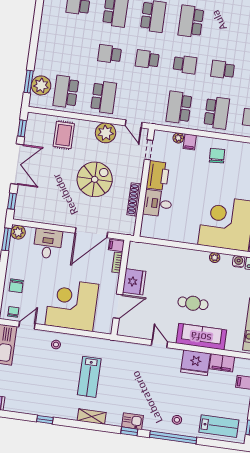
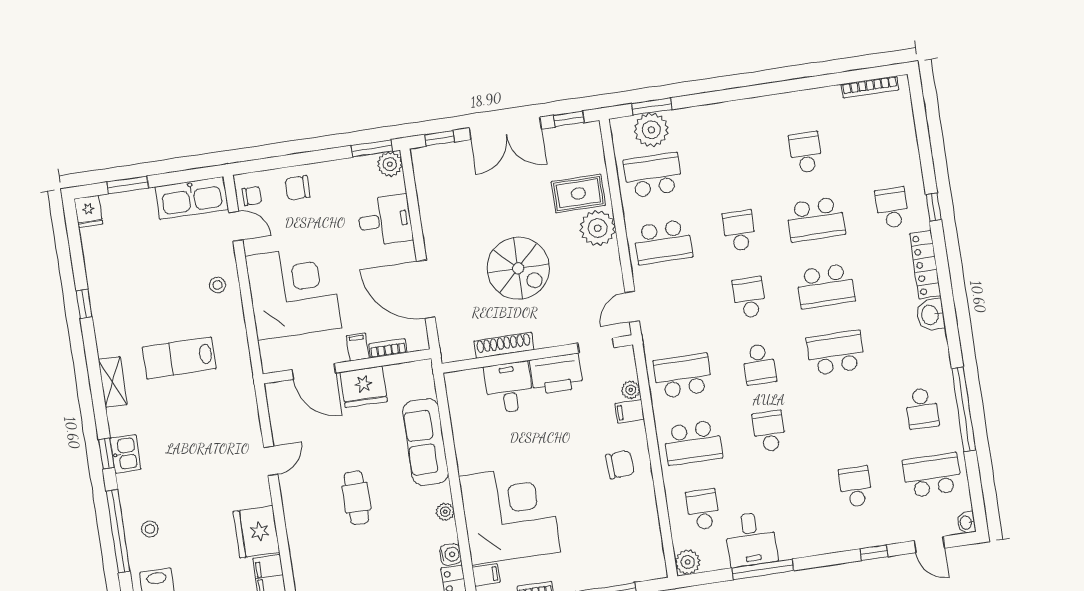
plant: (106, 133) -> (598, 228), moved
filing cabinet: (116, 245) -> (358, 347), moved
sofa: (201, 337) -> (426, 442), moved, turned 180

